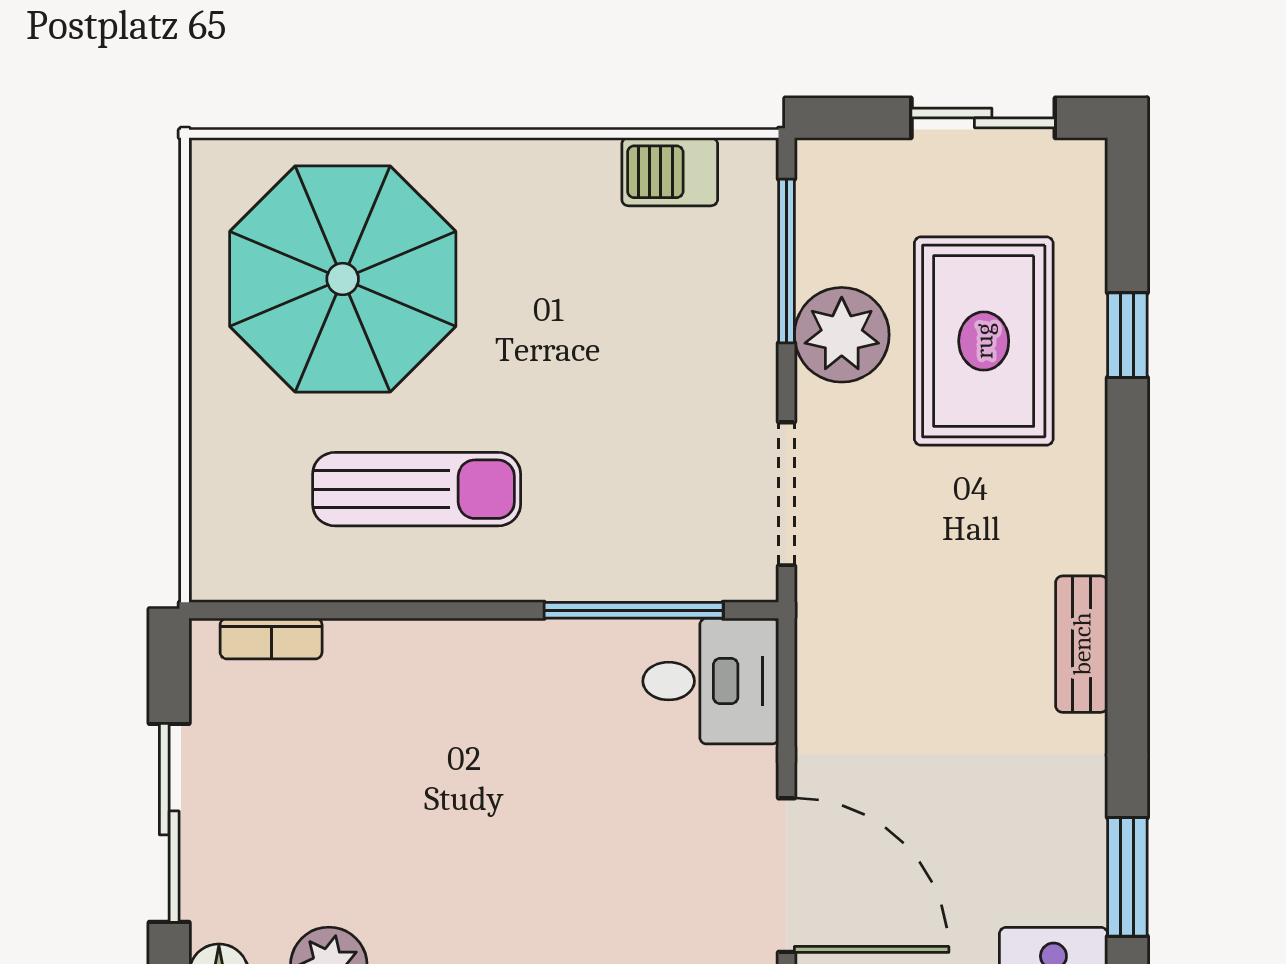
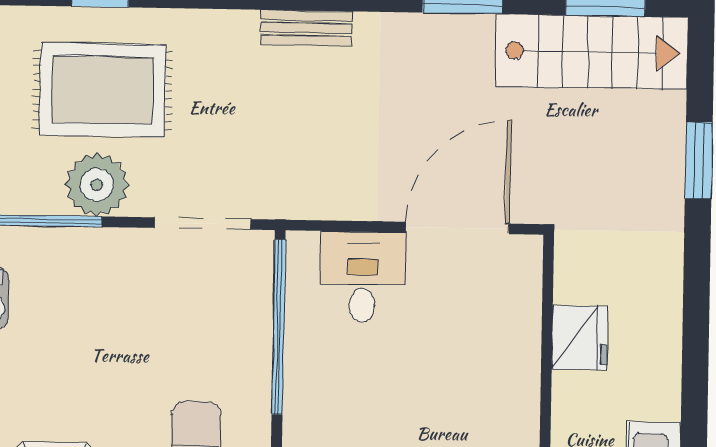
window: (634, 610) -> (279, 327), width x1.46
desk: (711, 681) -> (363, 277), moved

